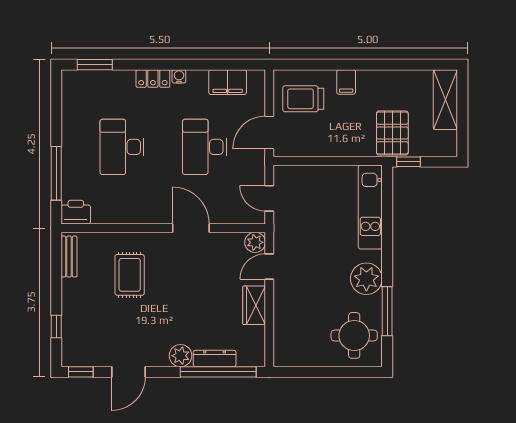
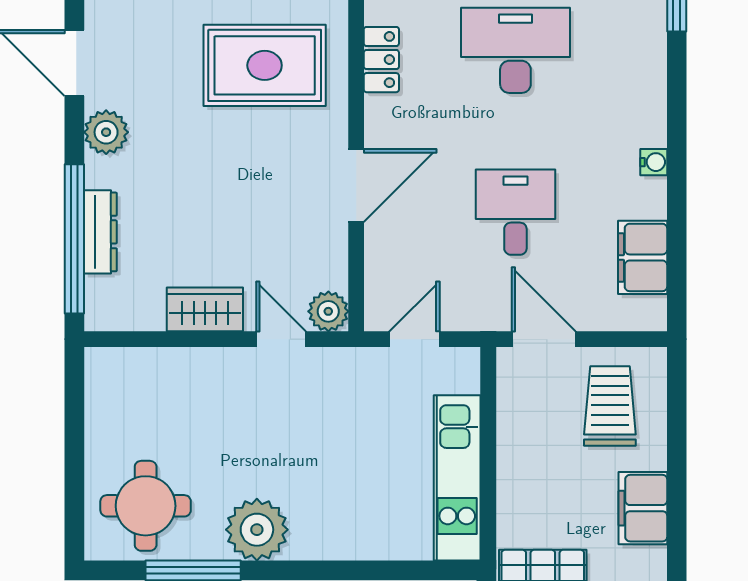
locker: (153, 79) -> (381, 60), moved, turned 180
filing cabinet: (346, 82) -> (643, 508), width x2.00
desk: (204, 147) -> (515, 212), width x0.73
kitchen unit: (370, 207) -> (457, 478), moved, turned -90
rug: (130, 275) -> (265, 65), width x1.36, depth x1.43
plant: (181, 356) -> (106, 132), moved

